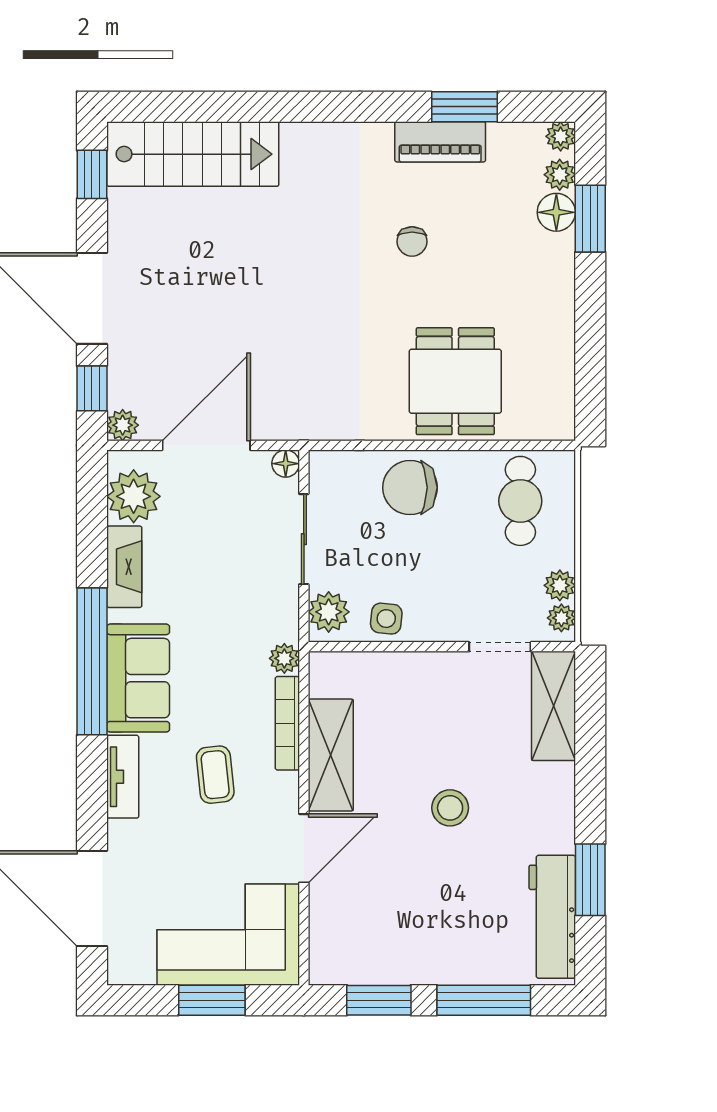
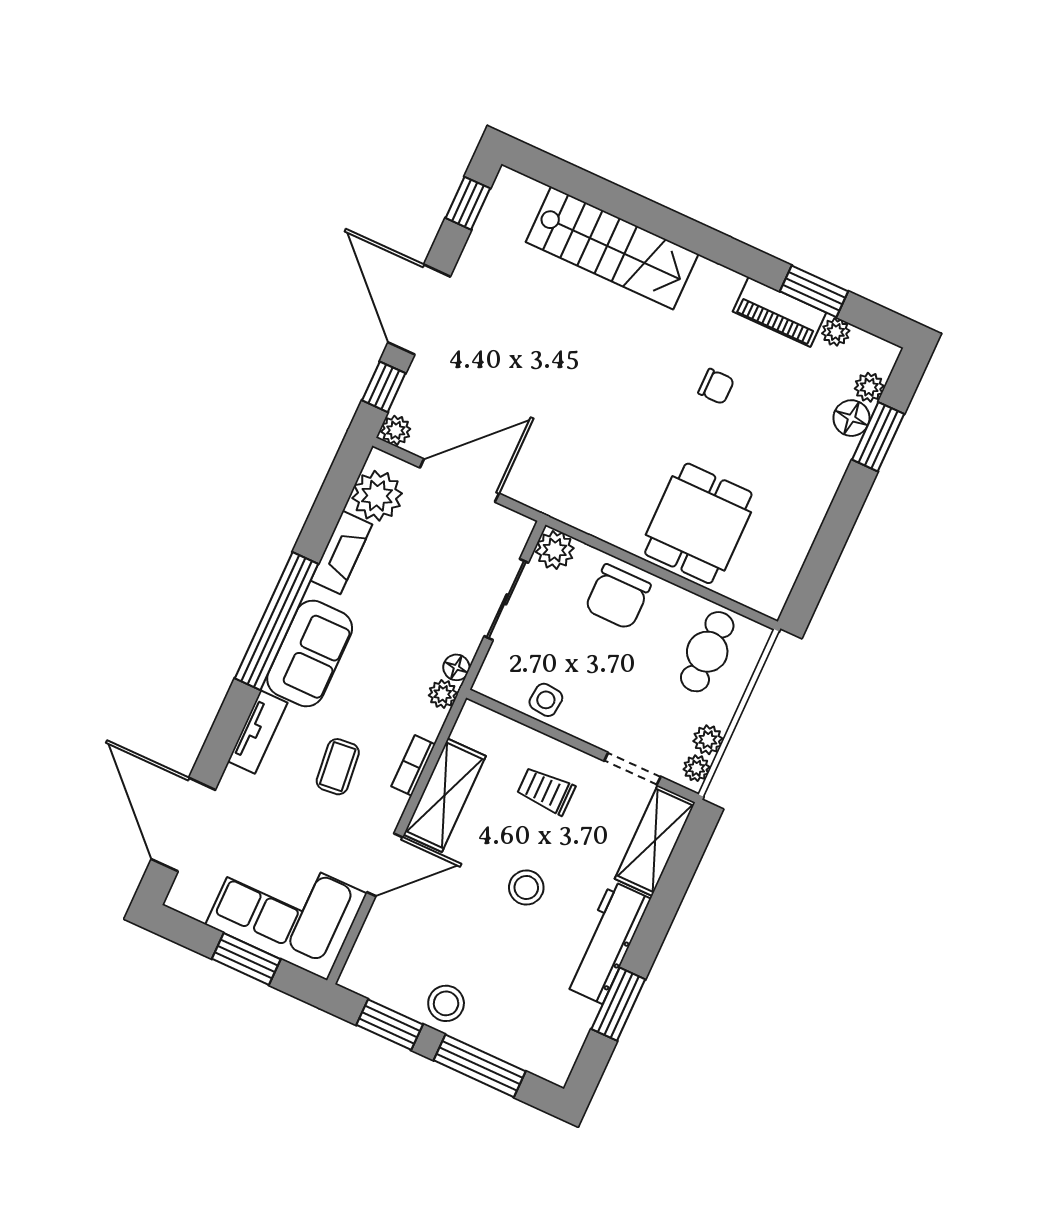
plant: (561, 136) -> (836, 332), moved
stairs: (193, 154) -> (612, 248), moved
chair: (412, 242) -> (716, 386), turned -90
floor lamp: (286, 464) -> (456, 667), moved
chair: (410, 488) -> (618, 597), turned -90
plant: (329, 612) -> (555, 550), moved
trolley: (426, 706) -> (546, 791), added
bookcase: (287, 723) -> (413, 765), width x0.64
workbench: (552, 917) -> (607, 942), moved
stool: (424, 955) -> (446, 1003), added

